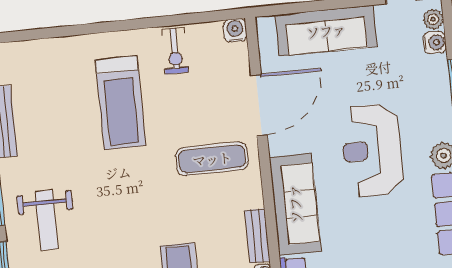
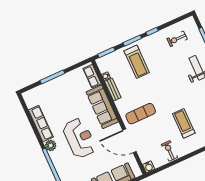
treadmill: (121, 103) -> (184, 123), width x0.73, depth x0.73
door: (259, 105) -> (129, 141), hinge flipped

